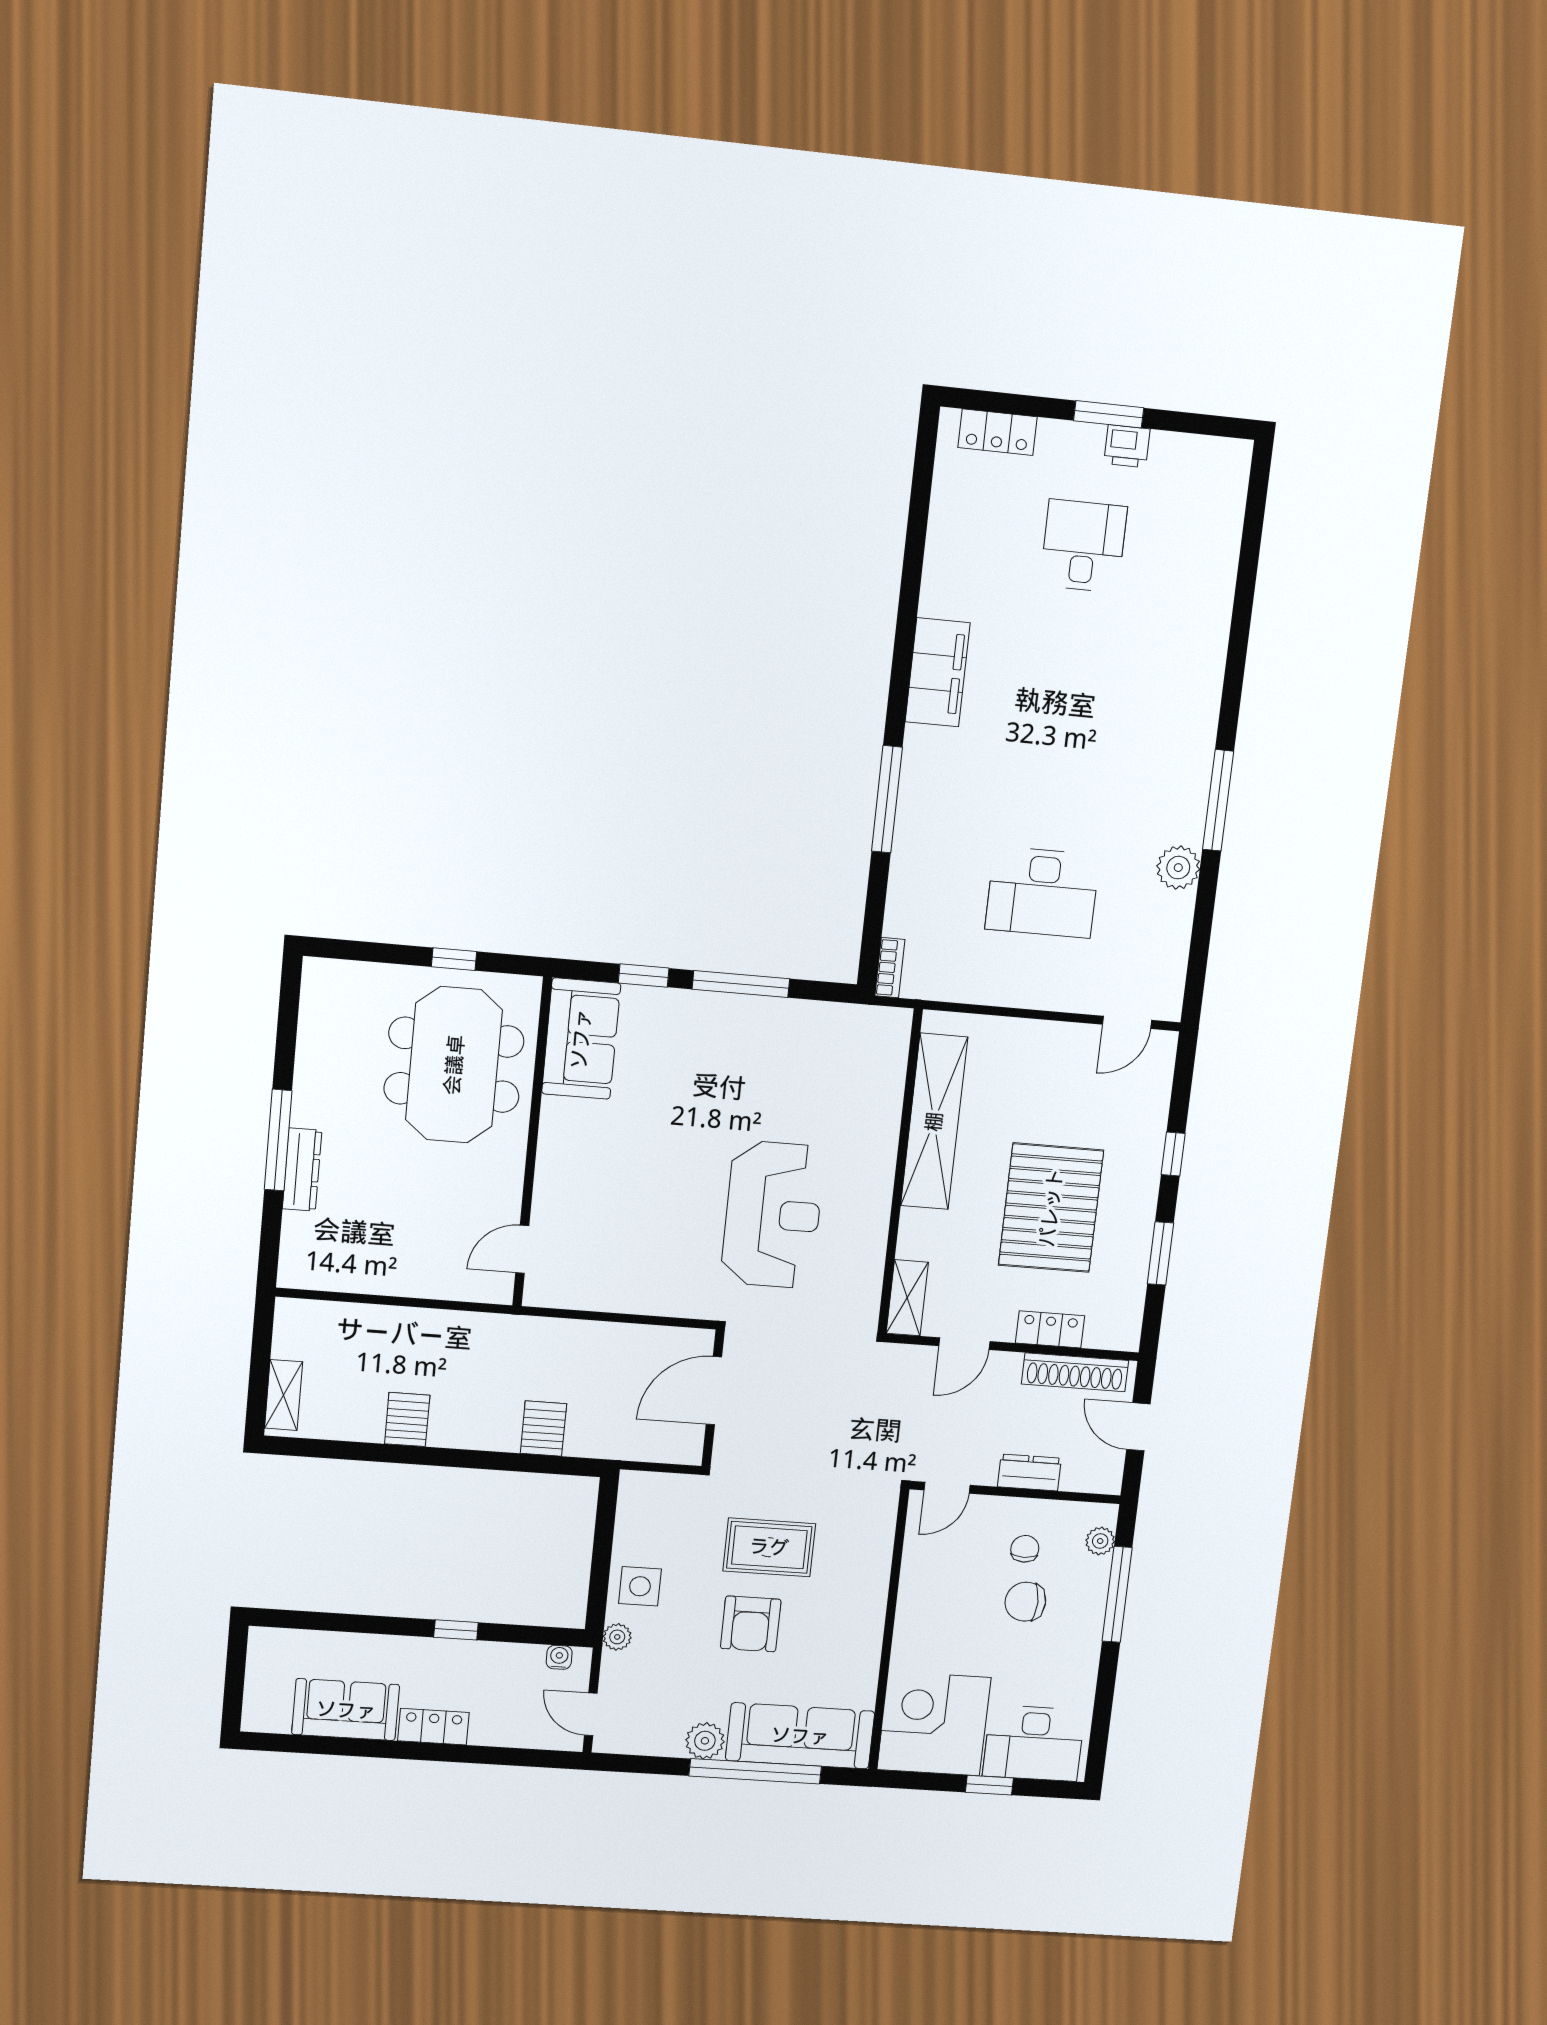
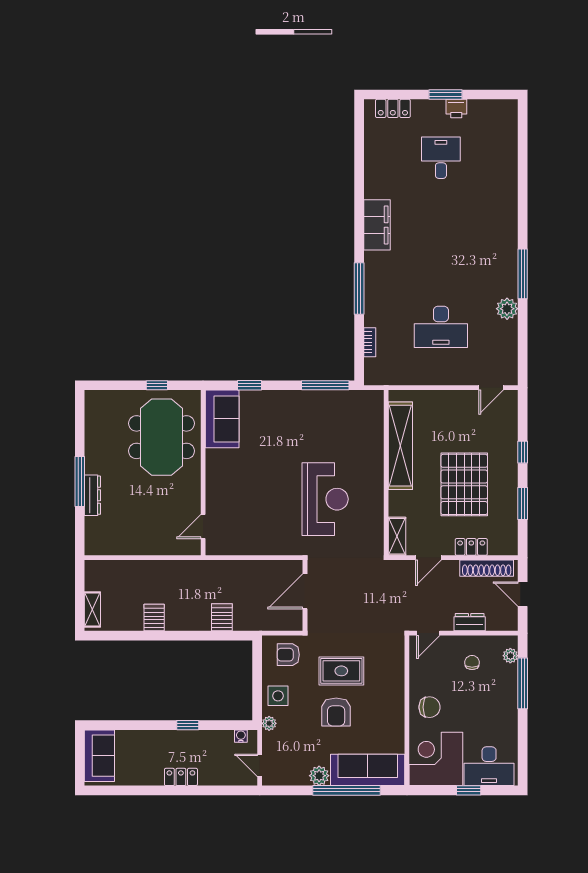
bookcase: (890, 968) -> (370, 342), moved
window: (741, 984) -> (325, 385), moved
armchair: (668, 1509) -> (288, 655), added
chair: (1025, 1602) -> (429, 707), moved, turned 180
sofa: (346, 1710) -> (99, 756), moved, turned 90

